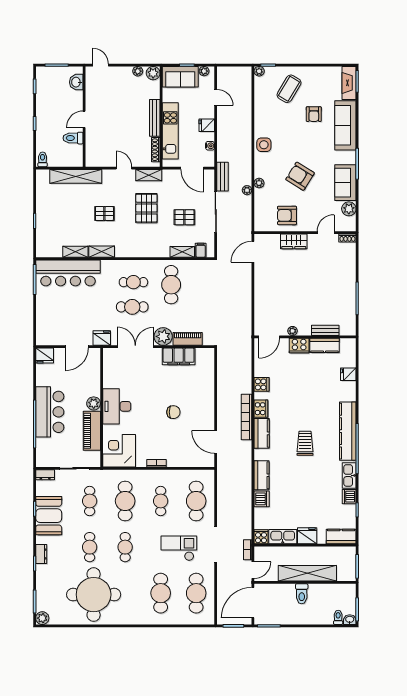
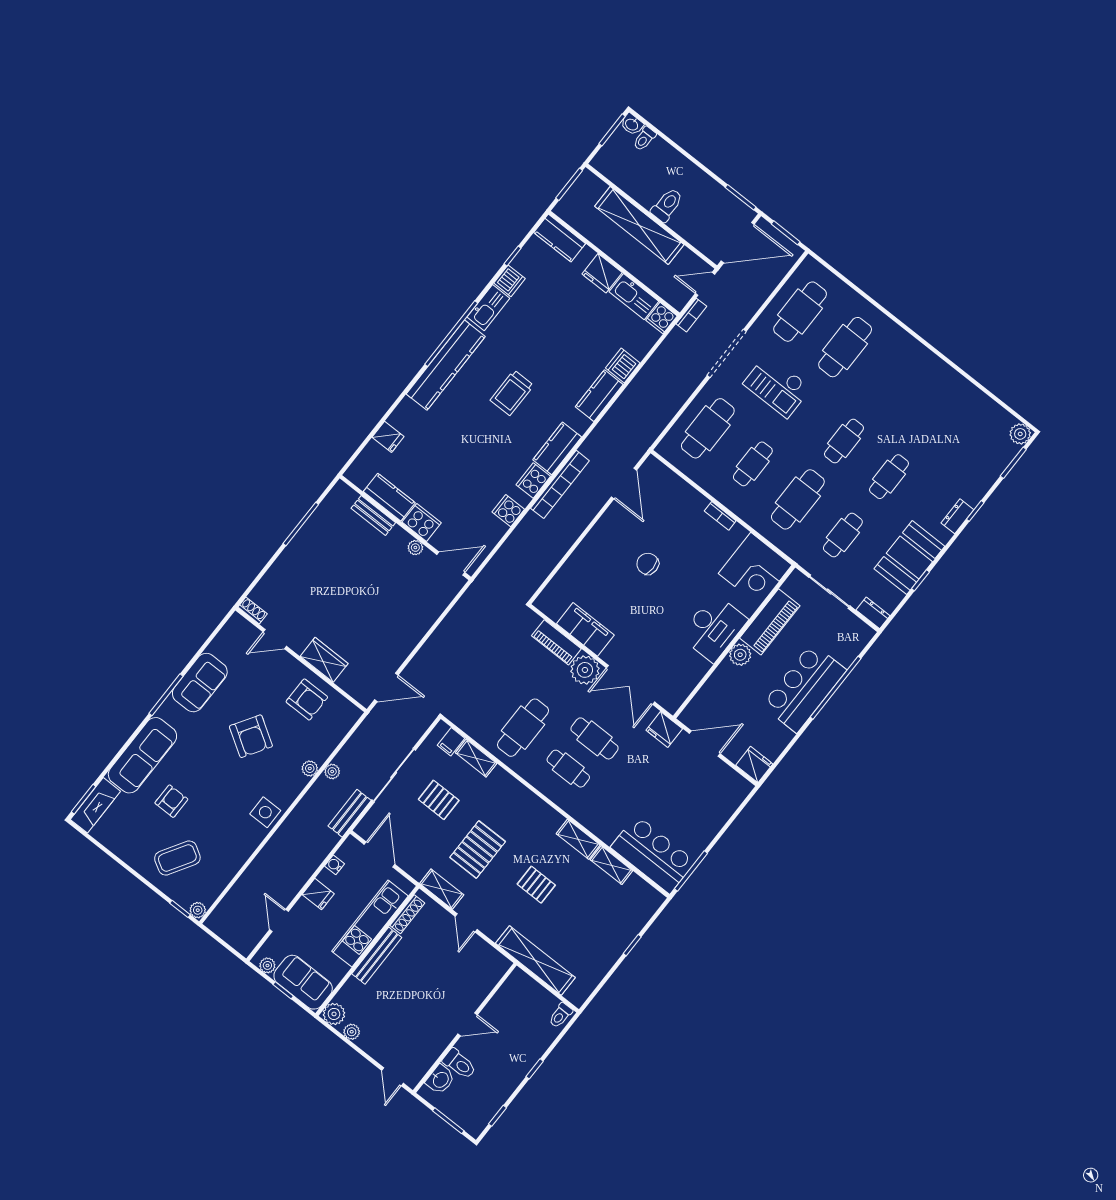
toilet: (73, 138) -> (459, 1064), moved
plant: (349, 209) -> (222, 646), removed
bar counter: (68, 273) -> (653, 854), width x0.73
round table: (94, 595) -> (931, 412), removed

